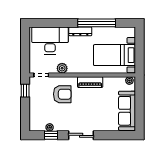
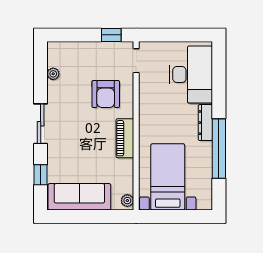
plant: (62, 68) -> (147, 94), removed
window: (51, 135) -> (41, 175), moved

